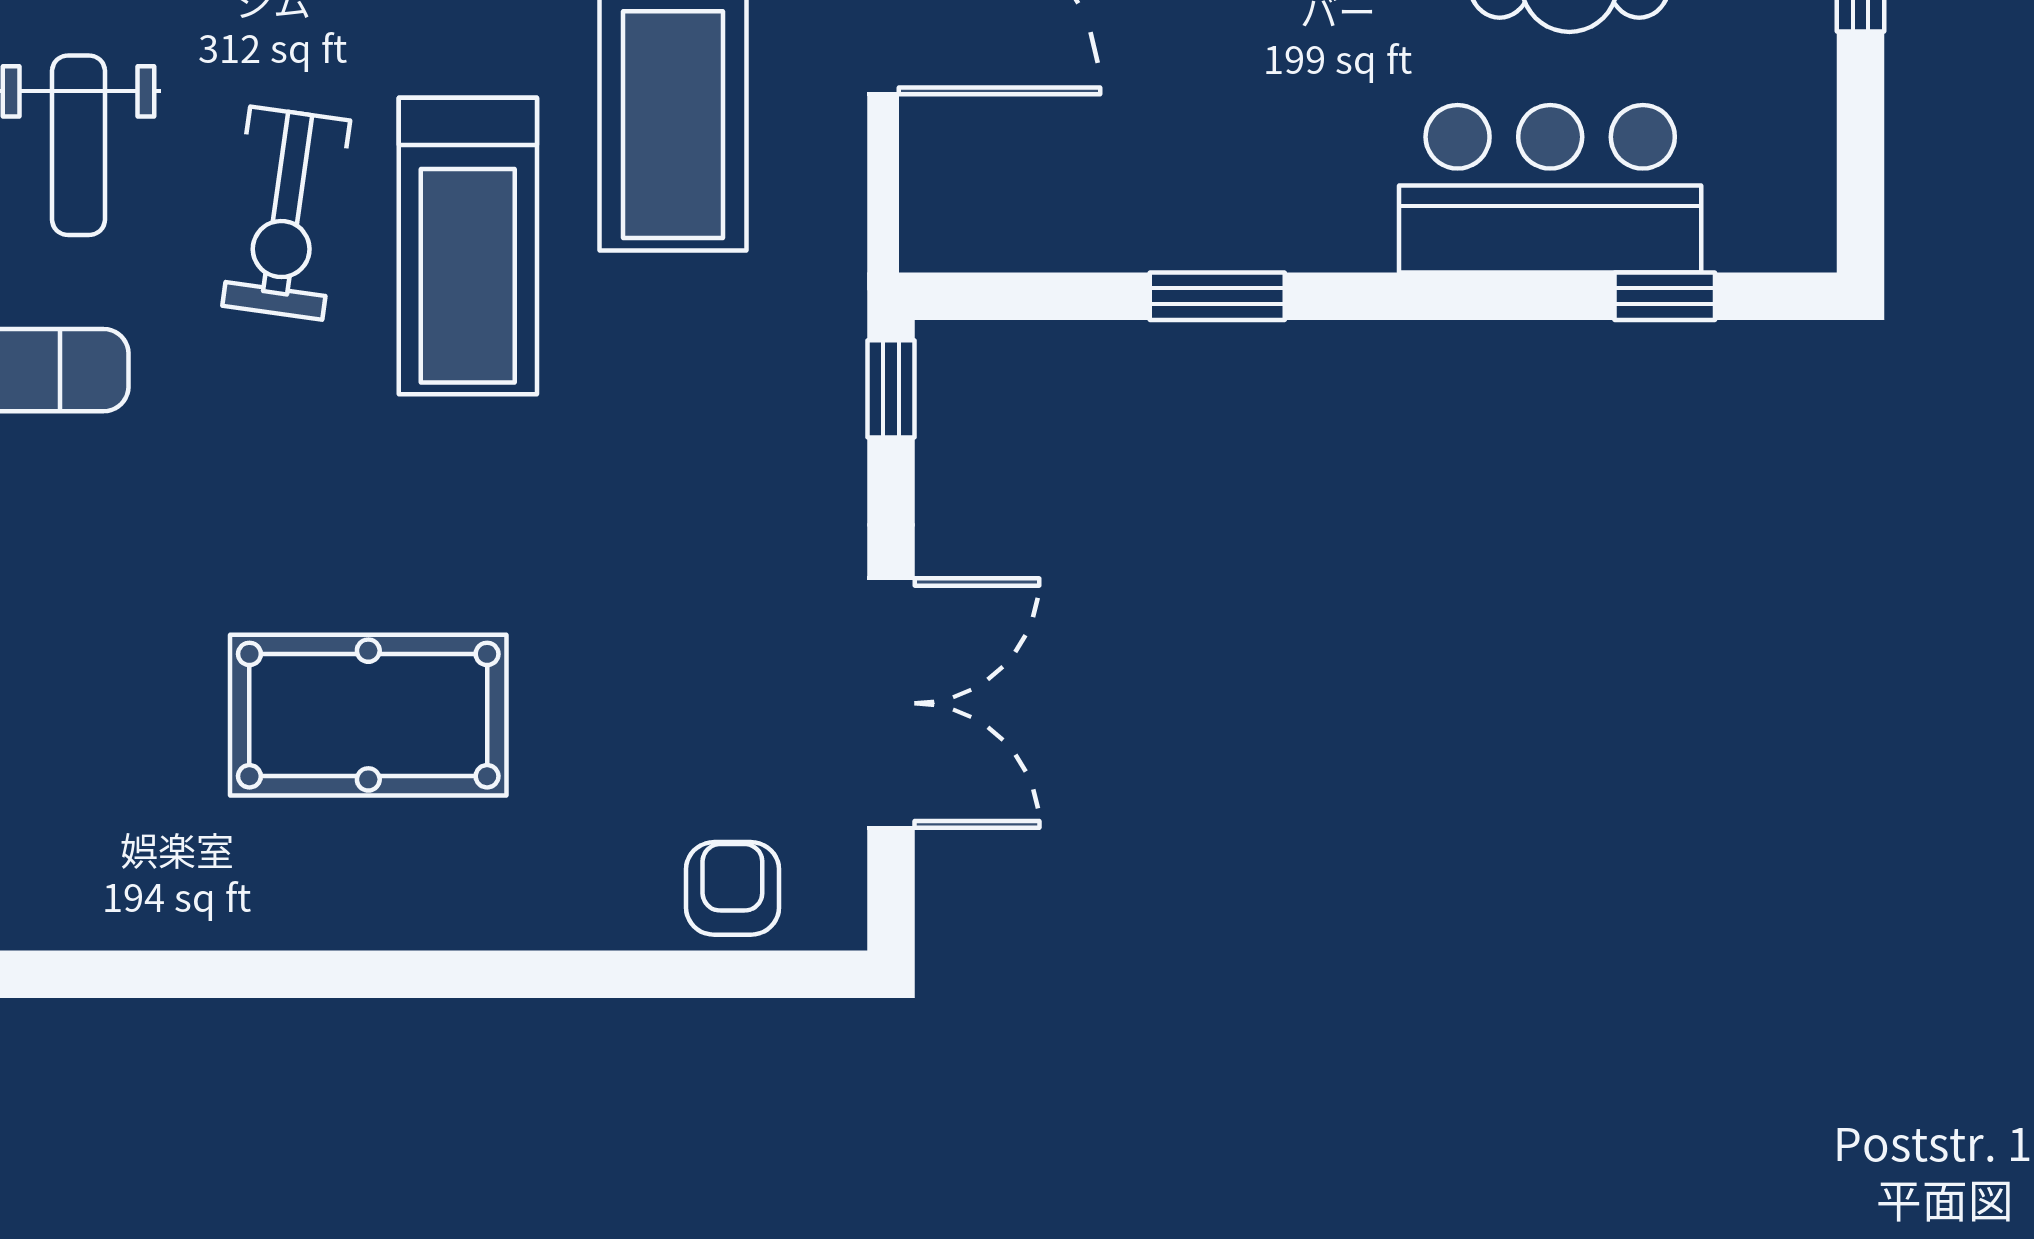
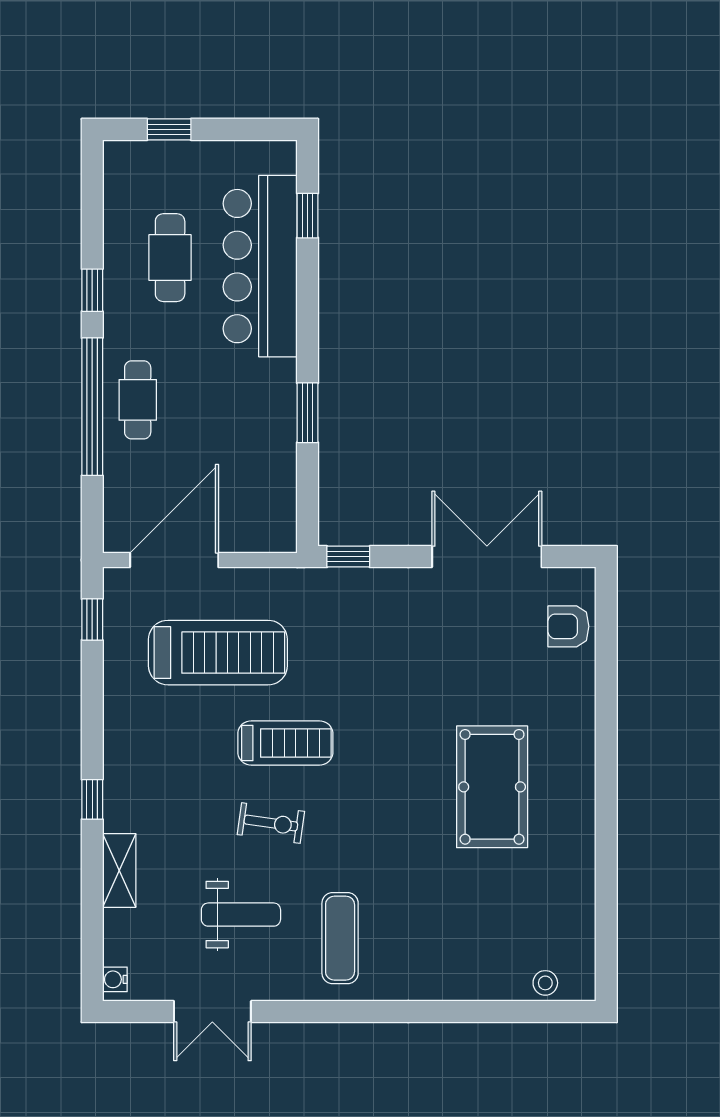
bar counter: (1550, 189) -> (260, 266), width x1.36
exercise bike: (286, 213) -> (271, 823), width x0.73, depth x0.72
treadmill: (468, 246) -> (285, 743), width x0.73, depth x0.73

